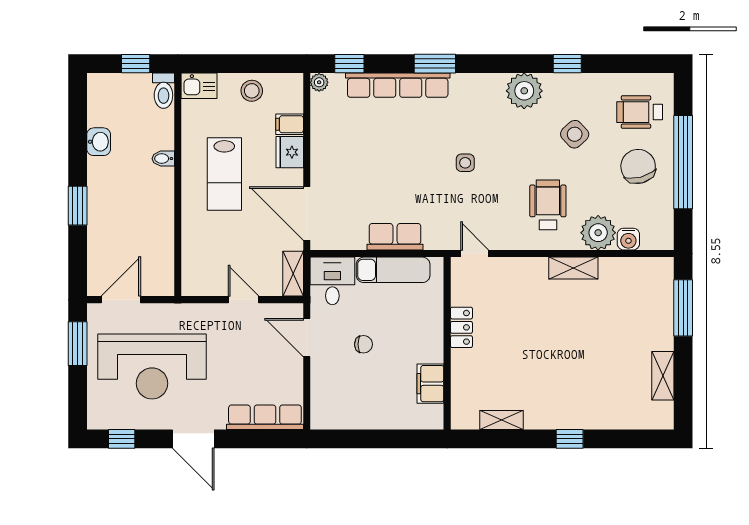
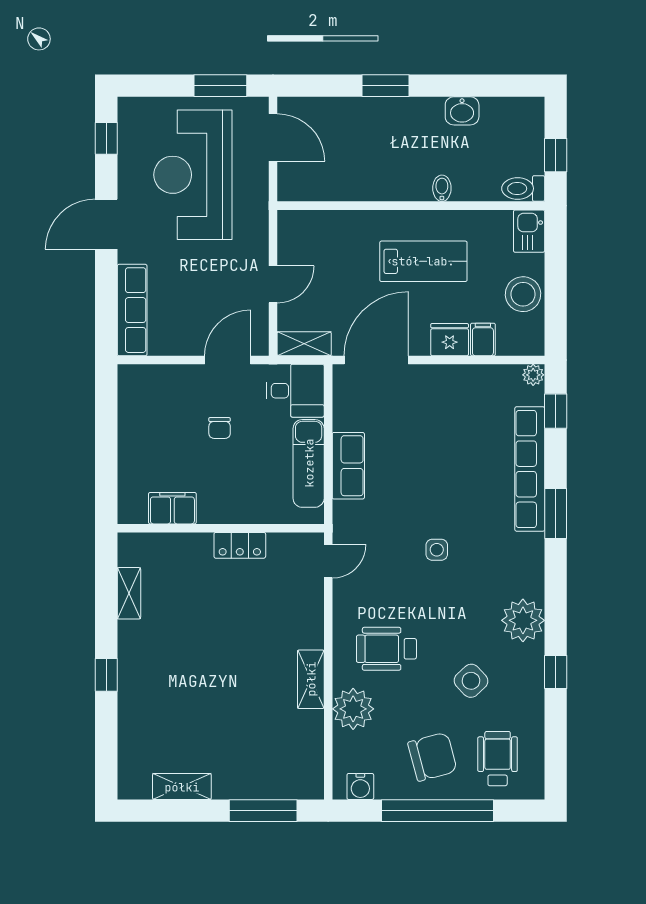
stool: (252, 91) -> (523, 294), width x1.38, depth x1.38
lab bench: (224, 174) -> (423, 261), turned 180
wheelchair: (548, 205) -> (386, 649), turned 180
water cooler: (628, 239) -> (360, 786), moved, turned -90

